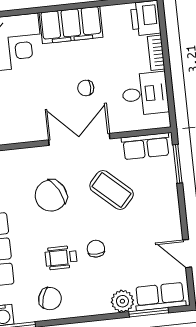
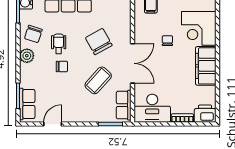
chair: (86, 88) -> (167, 41), moved
desk: (145, 94) -> (152, 108), width x1.37
plant: (122, 301) -> (27, 56), moved

